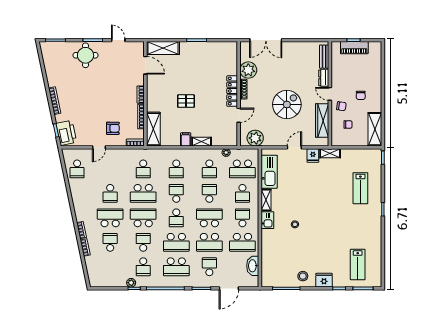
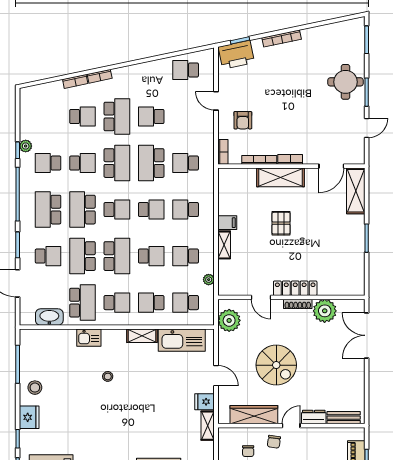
shelving: (153, 129) -> (281, 177), moved
school desk: (242, 169) -> (186, 303), width x0.54
school desk: (176, 218) -> (117, 210), turned 180
kitchen sink: (267, 220) -> (89, 338), moved
school desk: (242, 242) -> (82, 303), turned 180

